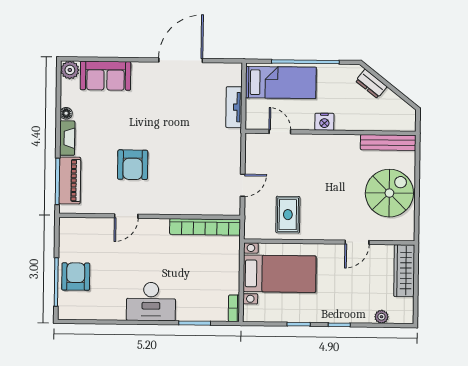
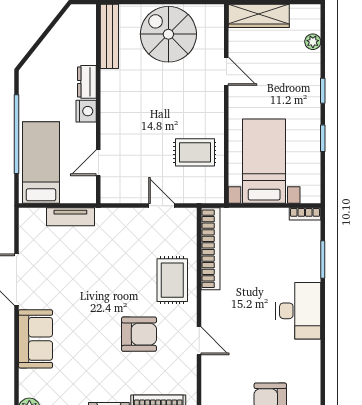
sofa: (106, 76) -> (35, 339), moved
dresser: (371, 84) -> (87, 82), moved, turned 142
rug: (179, 194) -> (172, 280), added

